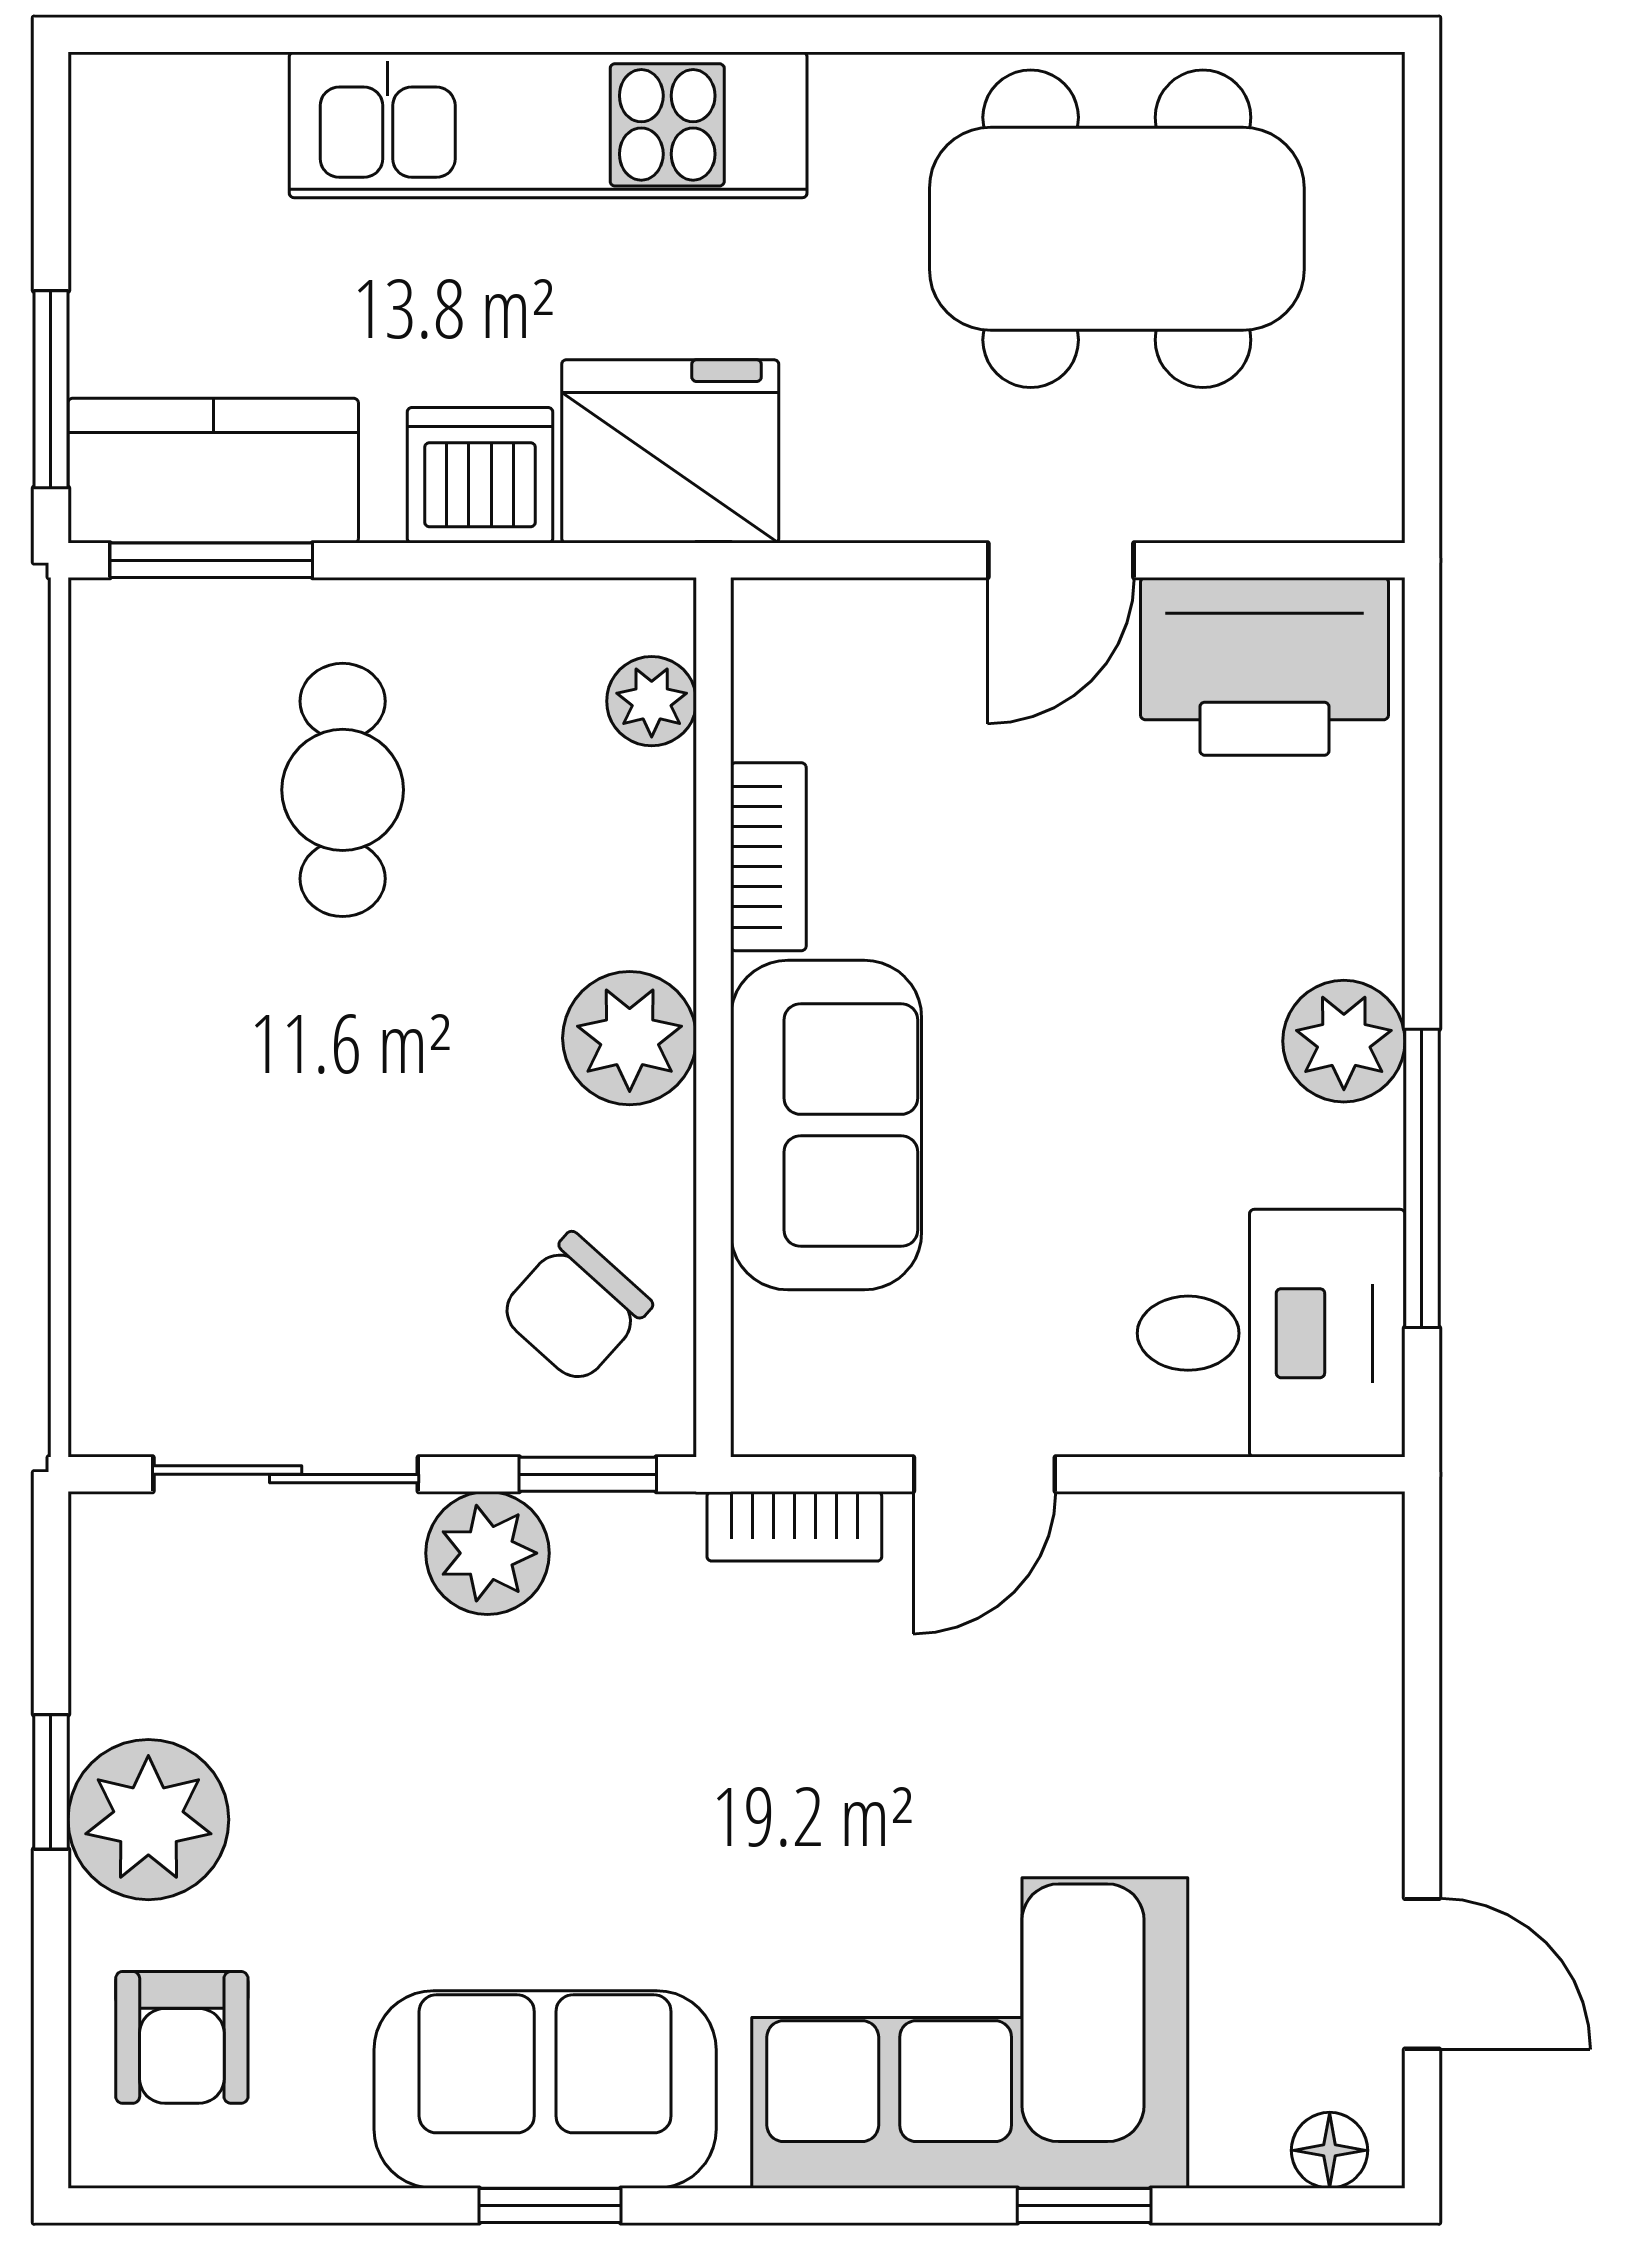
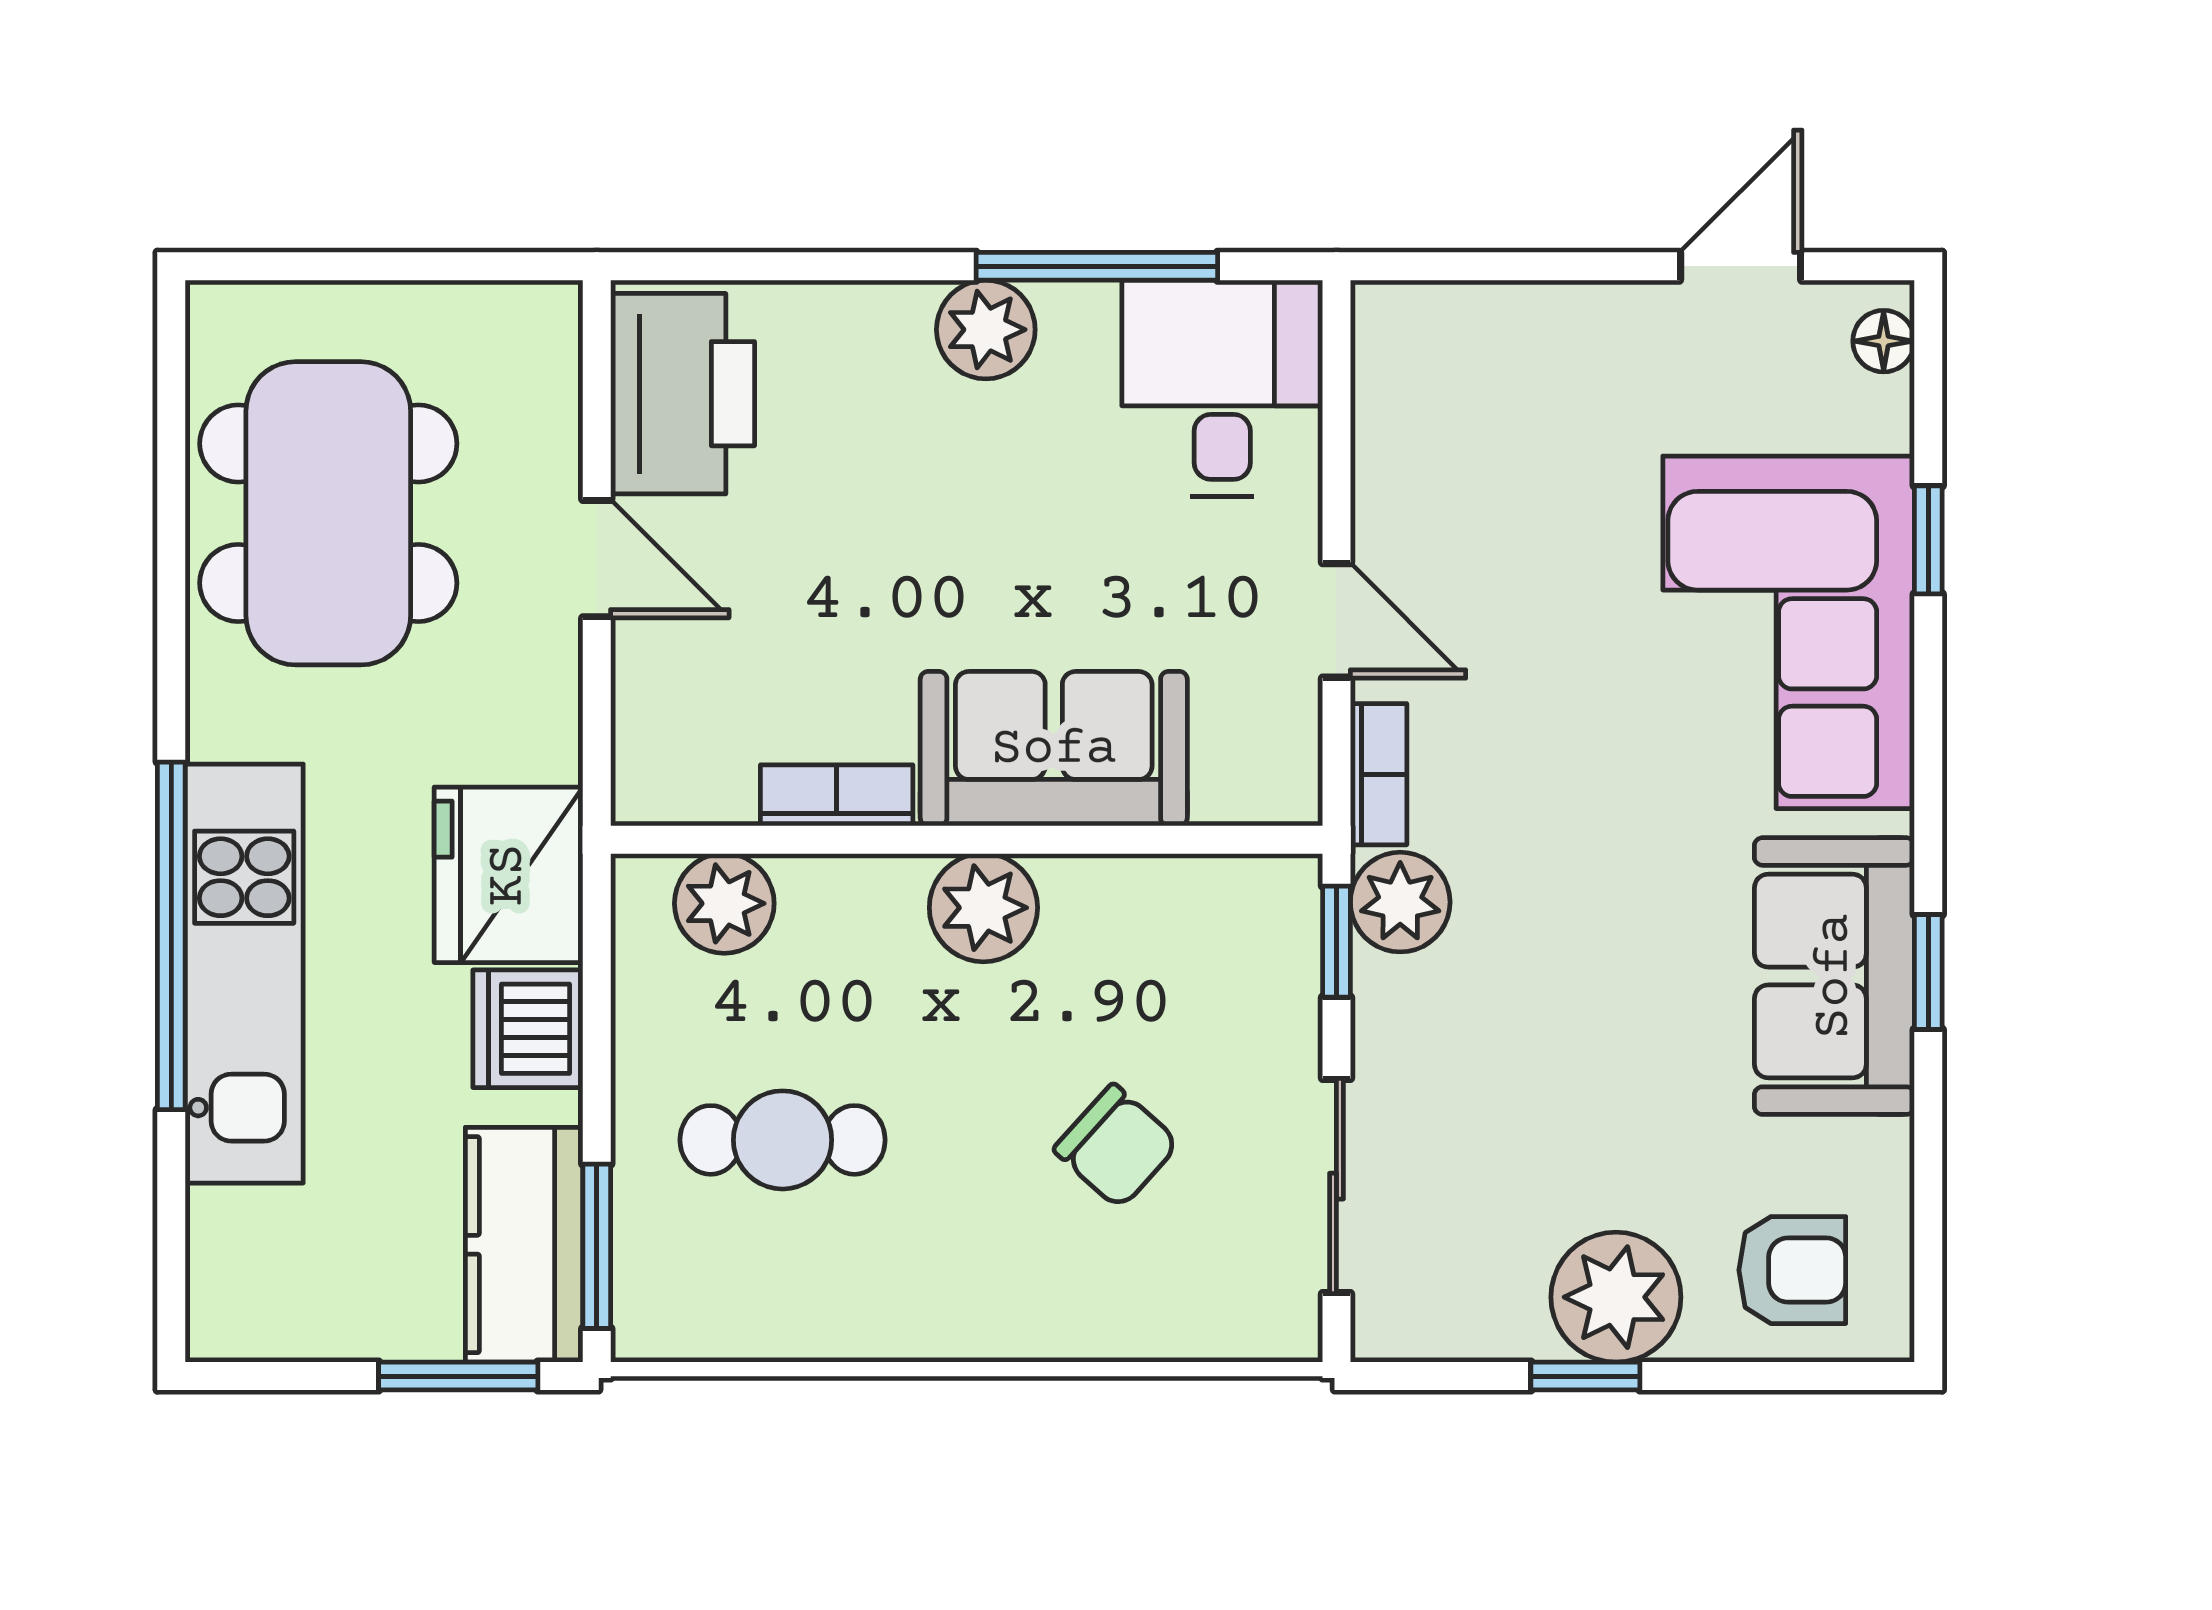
window: (595, 35) -> (171, 936), added
plant: (652, 701) -> (724, 903), width x1.38, depth x1.38
chair: (576, 1308) -> (1116, 1146), moved
plant: (487, 1553) -> (1400, 902), moved

